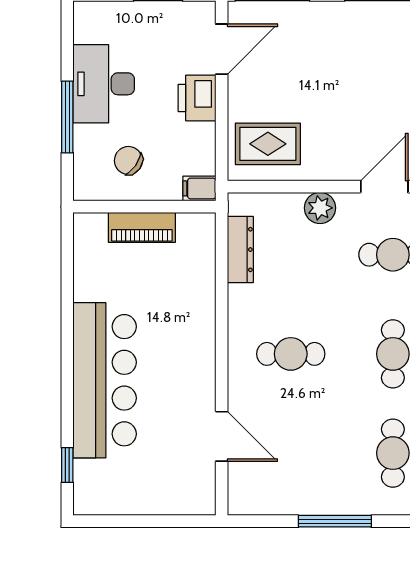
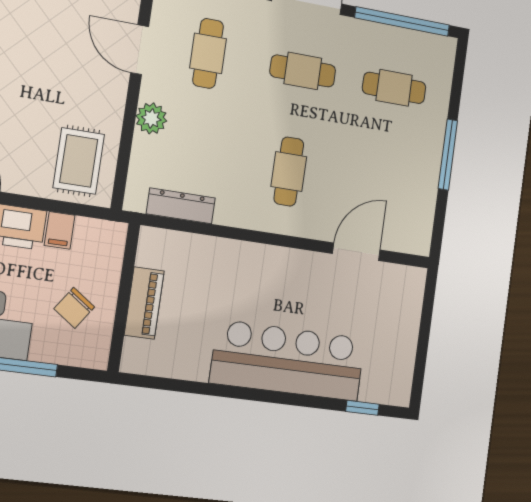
filing cabinet: (199, 188) -> (60, 230), moved

